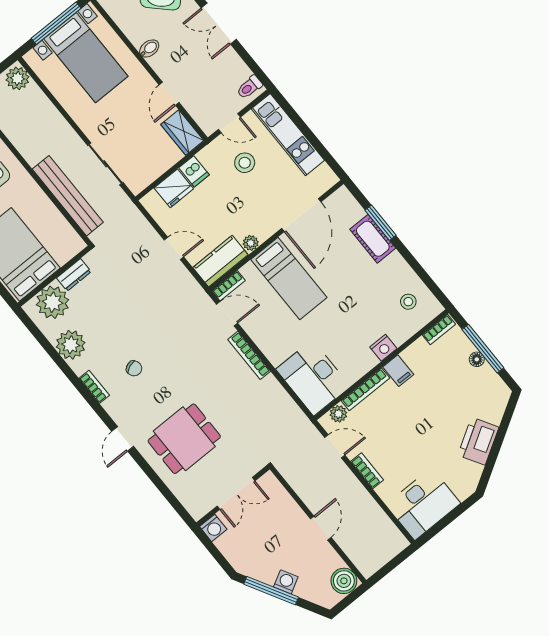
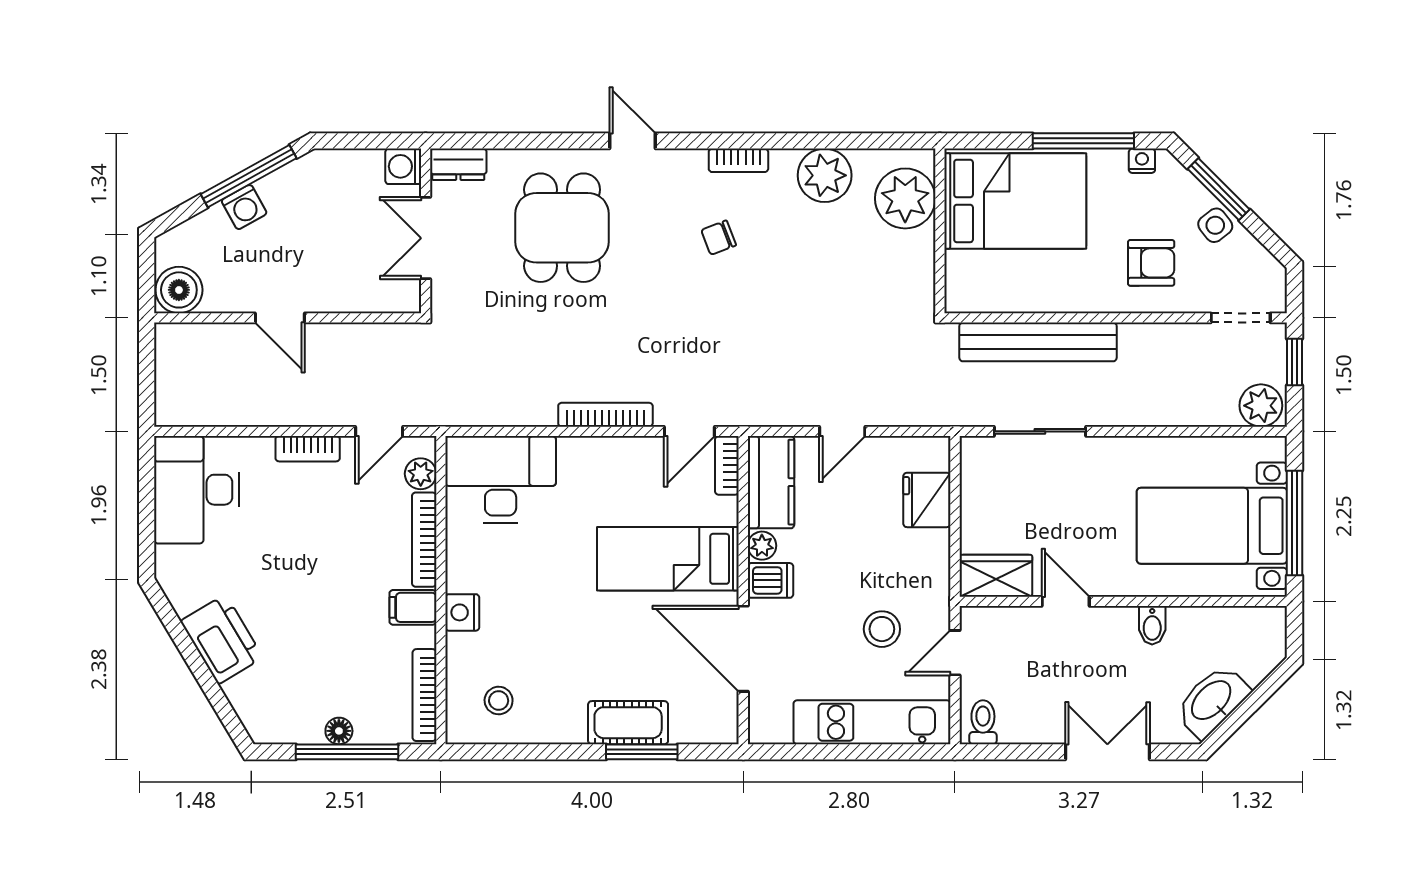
dishwasher: (194, 171) -> (770, 580), moved, turned 180
dresser: (74, 275) -> (458, 164), moved, turned -90
bookcase: (439, 329) -> (424, 695), width x1.56

